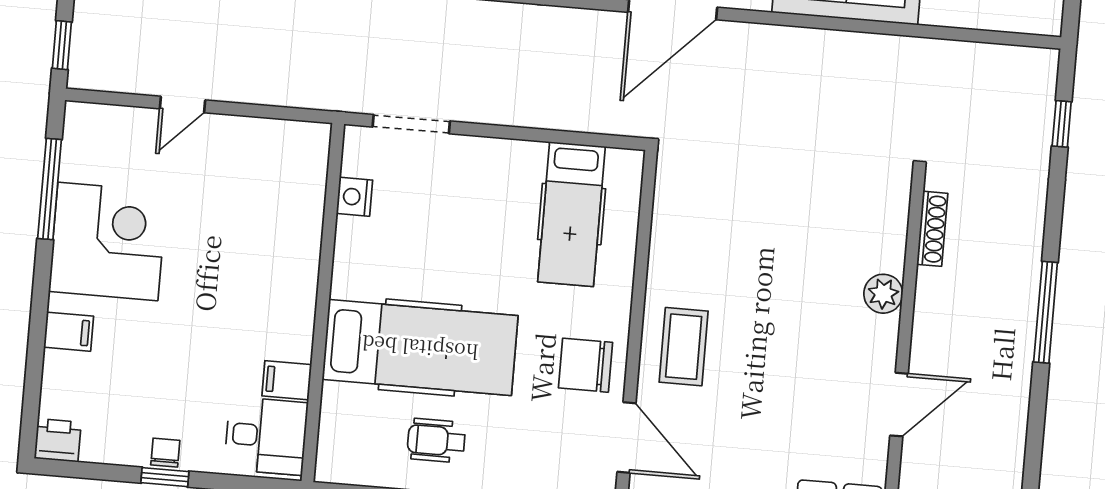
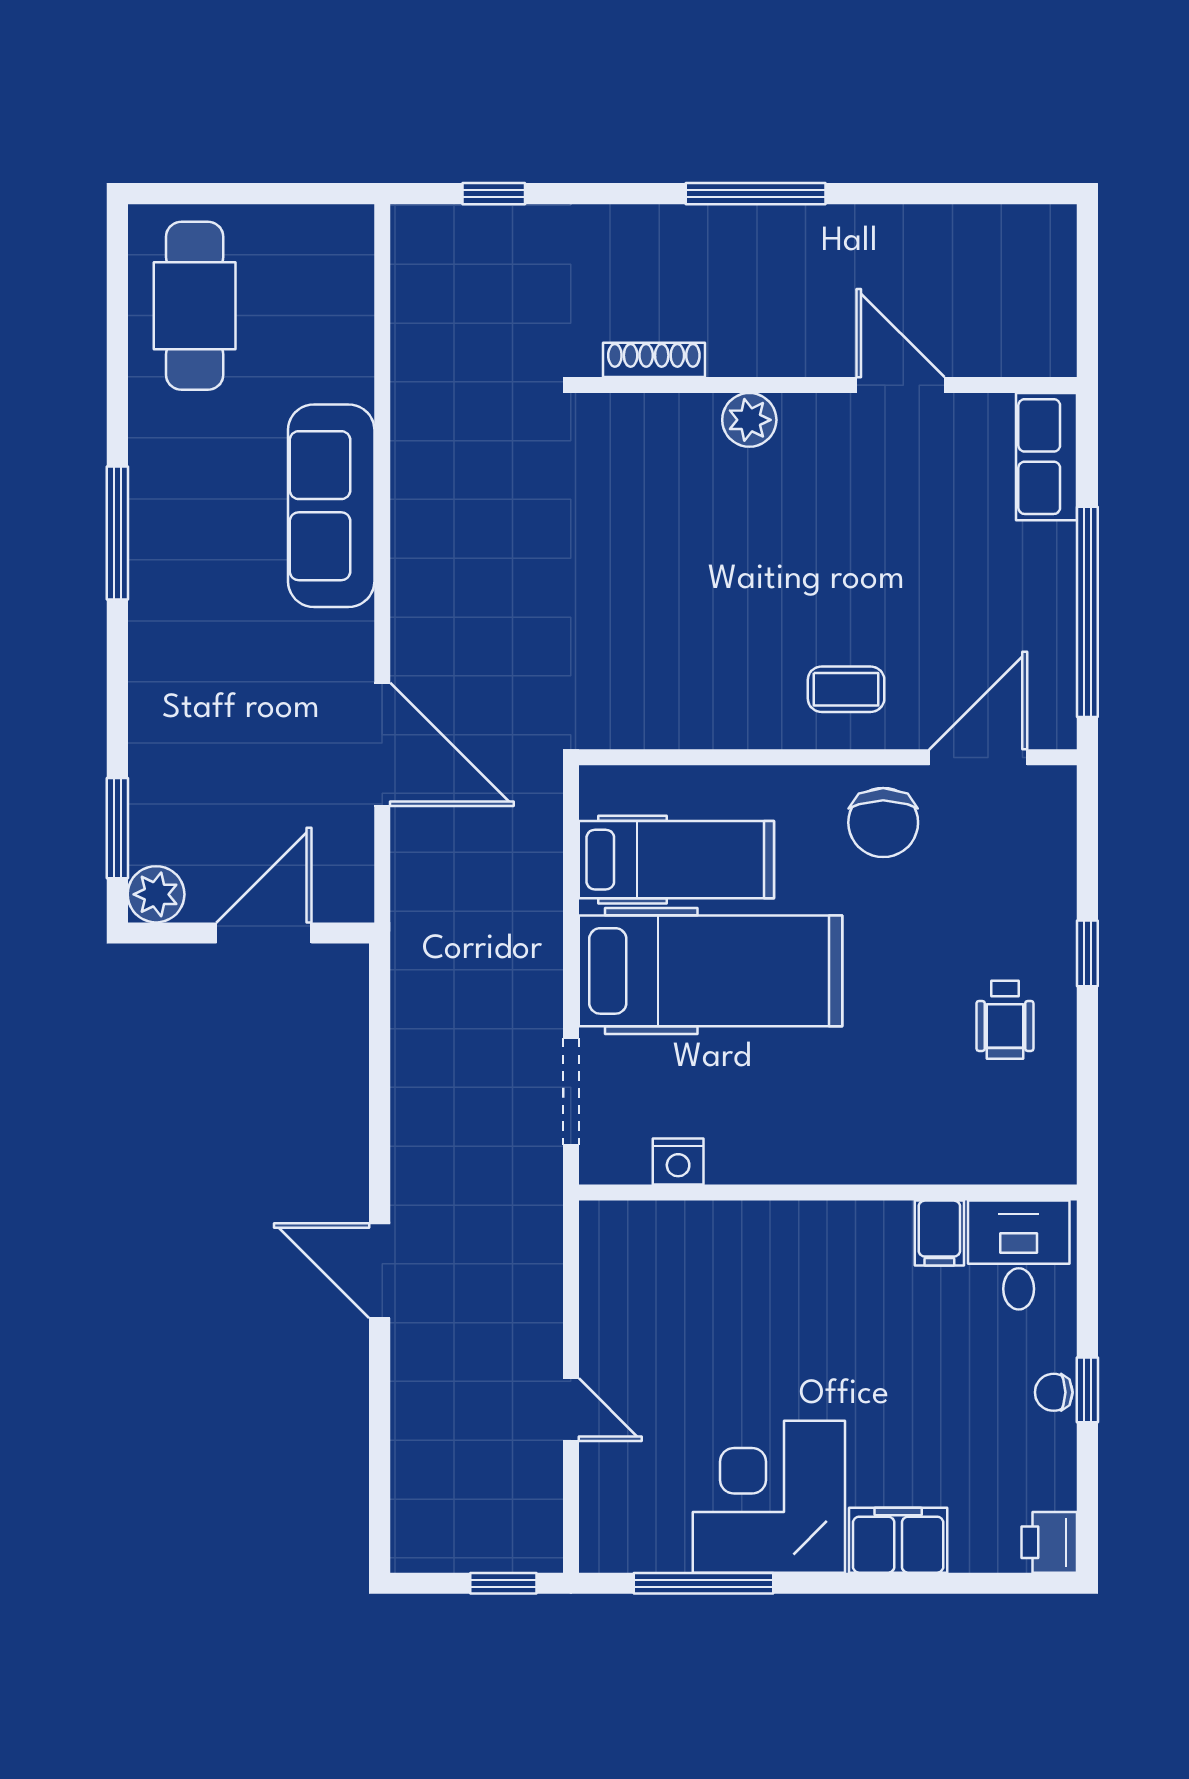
filing cabinet: (69, 332) -> (898, 1540), width x2.00
coffee table: (684, 347) -> (846, 689), width x0.73, depth x0.77
hospital bed: (420, 348) -> (711, 971), moved, turned 90

